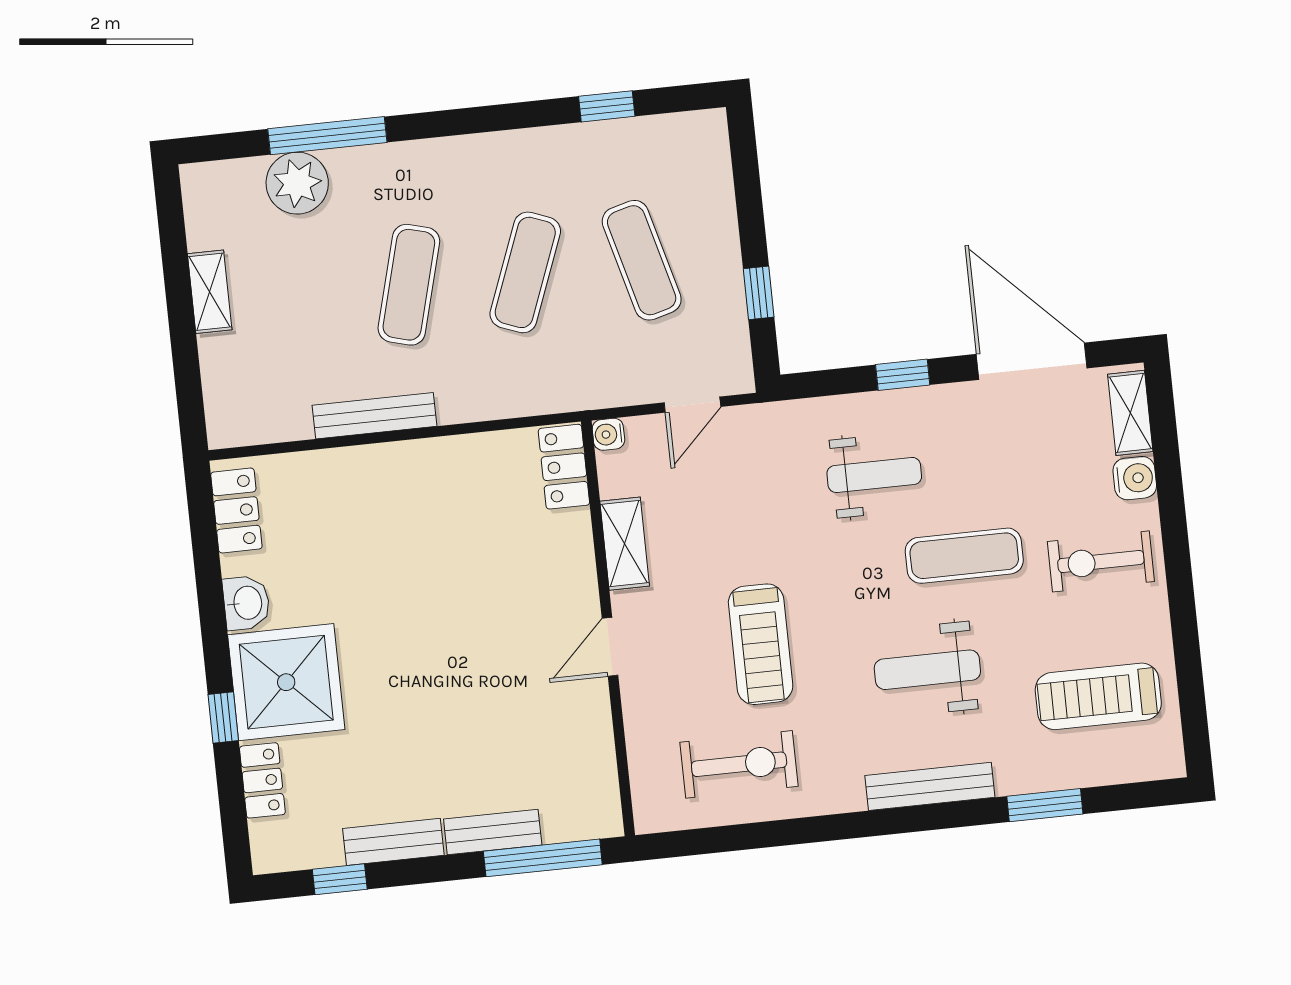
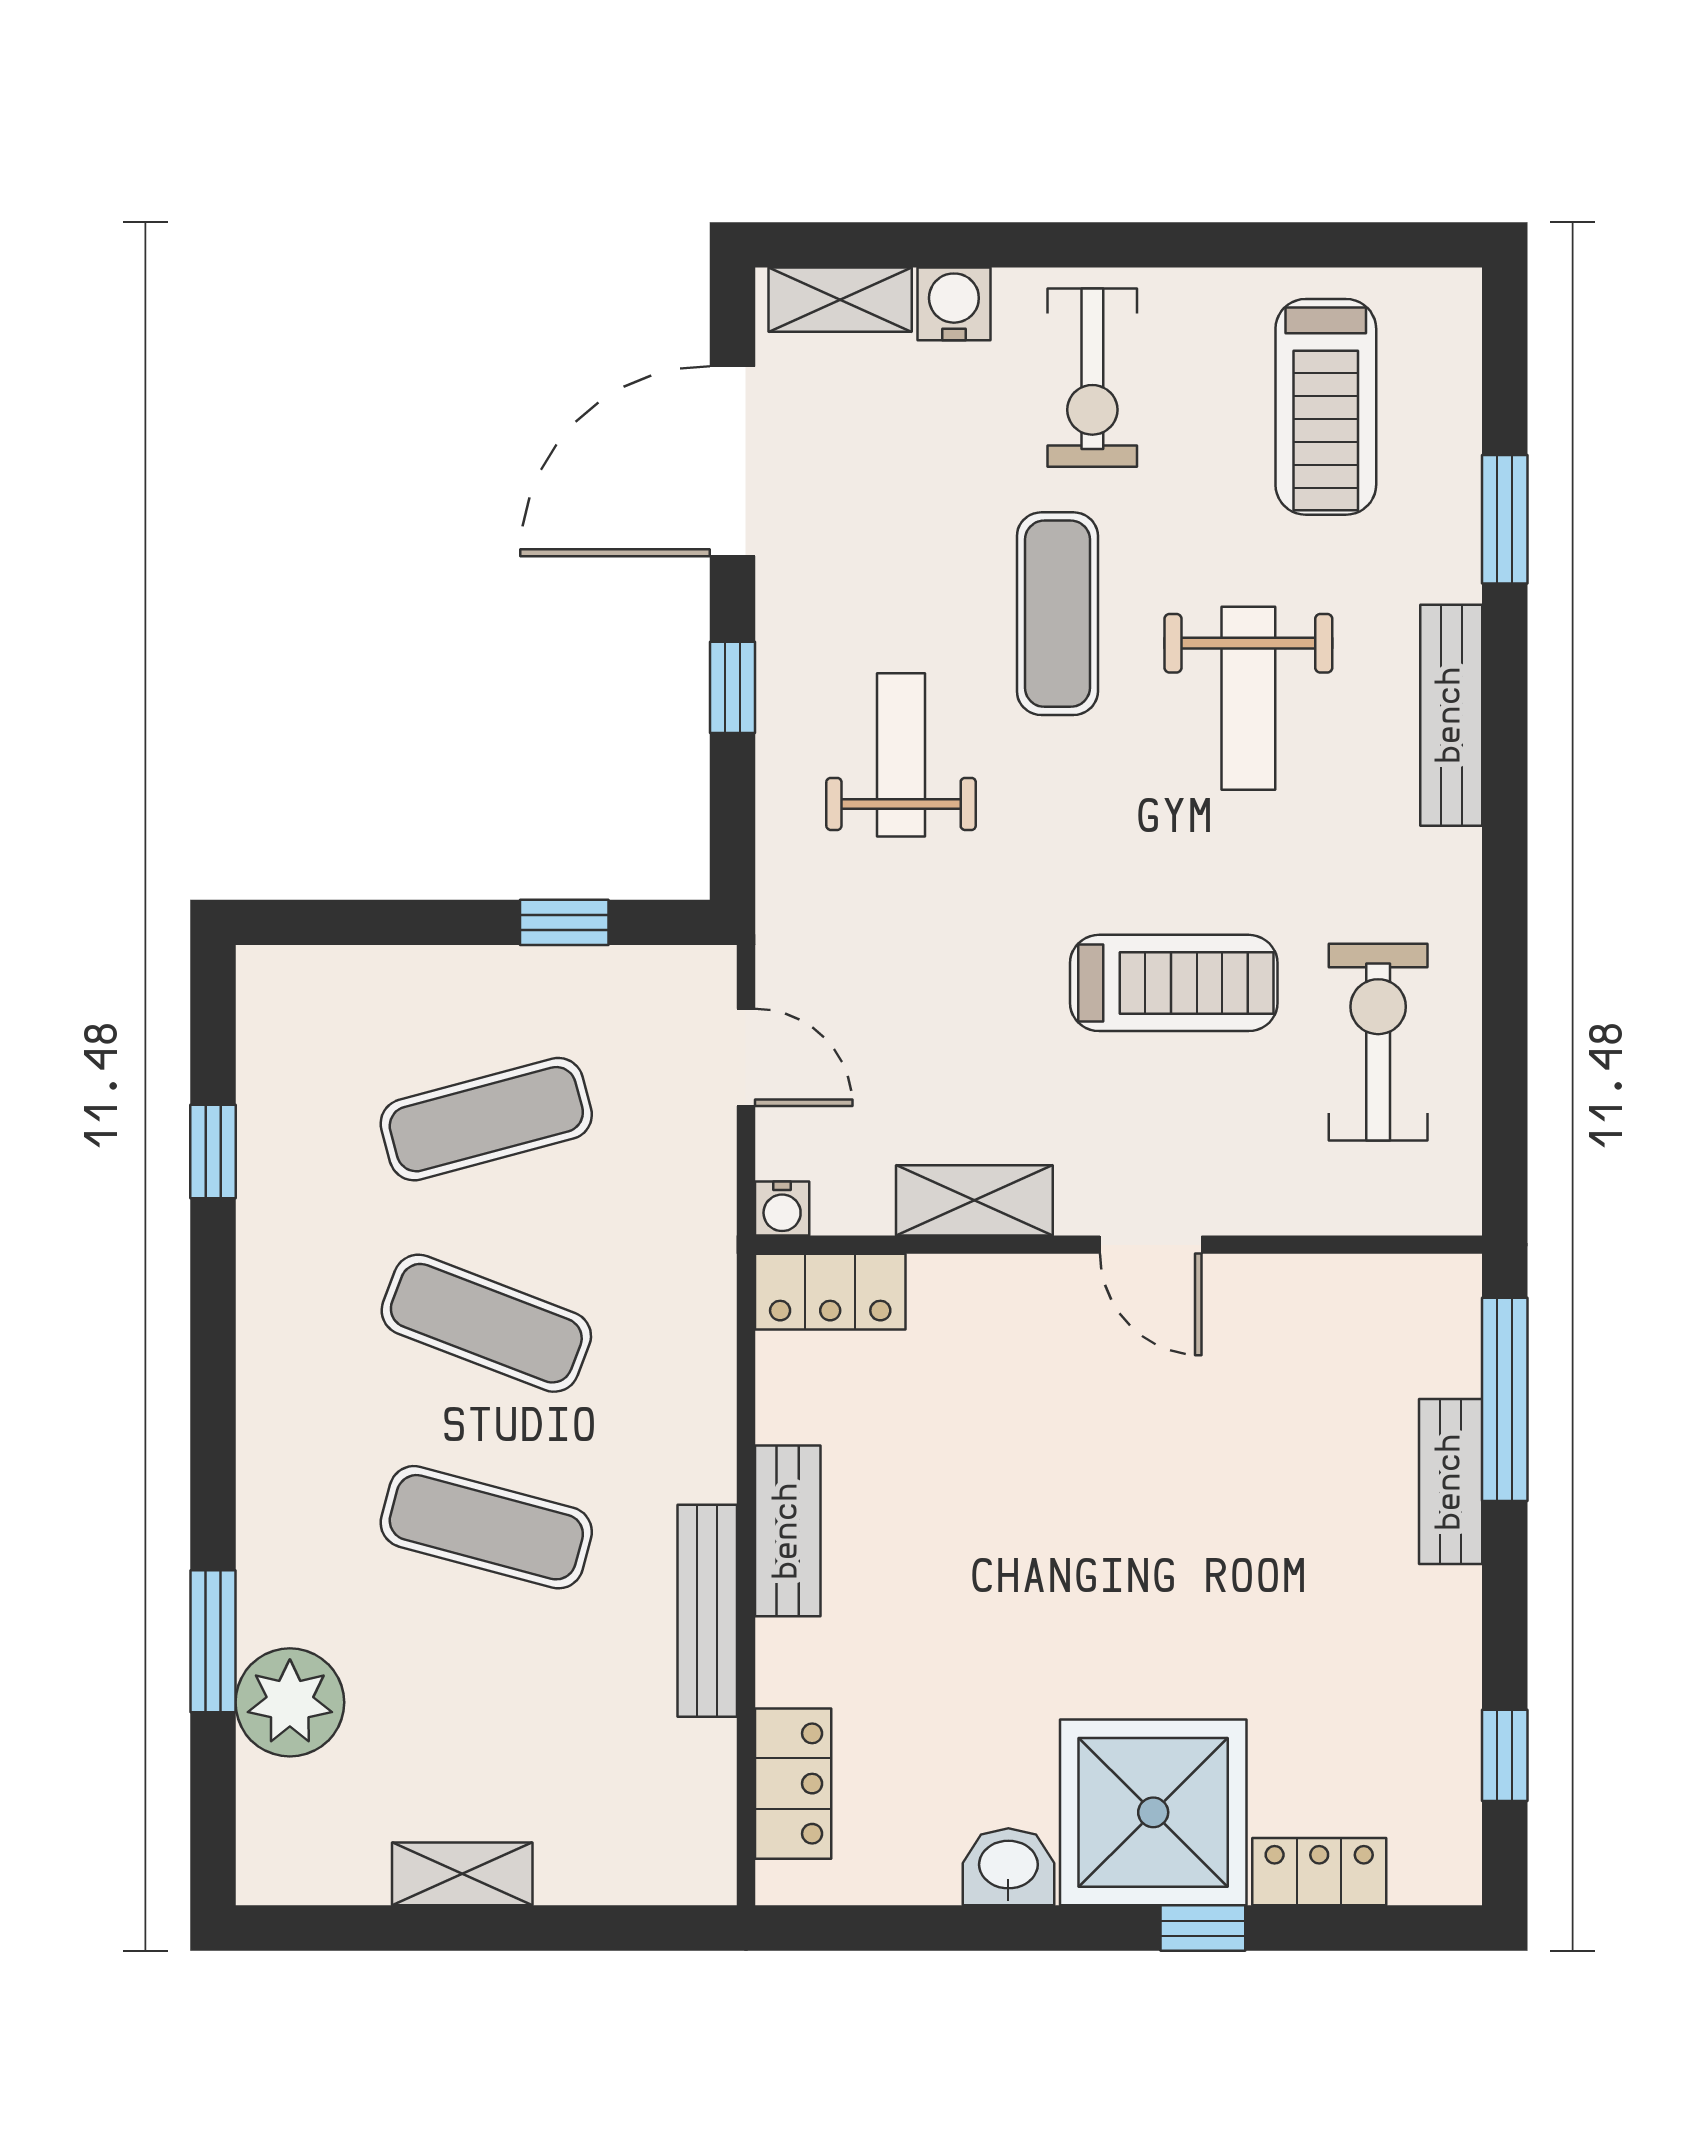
window: (327, 136) -> (213, 1641), width x0.69
locker: (236, 511) -> (793, 1784), moved, turned 90
bench: (393, 842) -> (788, 1531), moved

